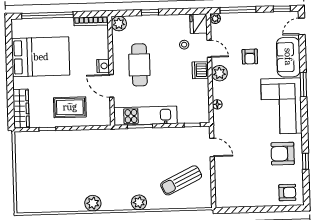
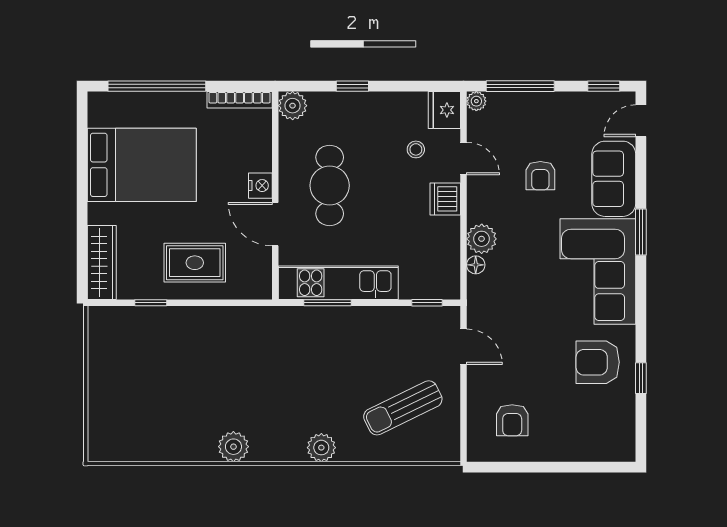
plant: (219, 73) -> (482, 239), moved
armchair: (287, 193) -> (512, 420), moved, turned 90

